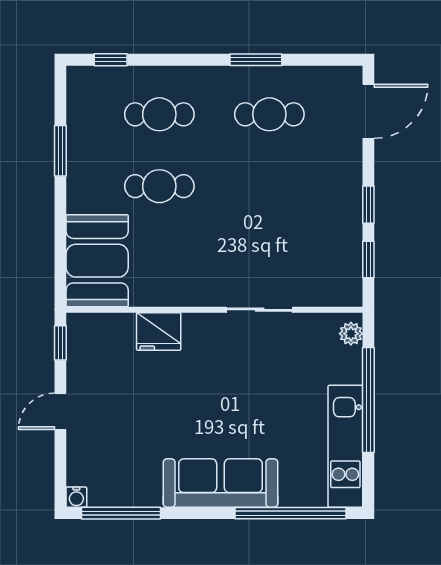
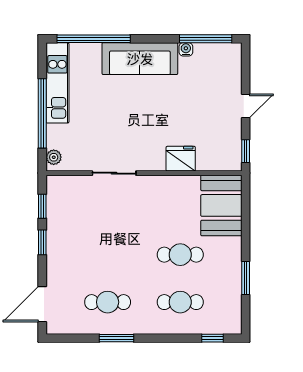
water cooler: (76, 497) -> (186, 49), moved

